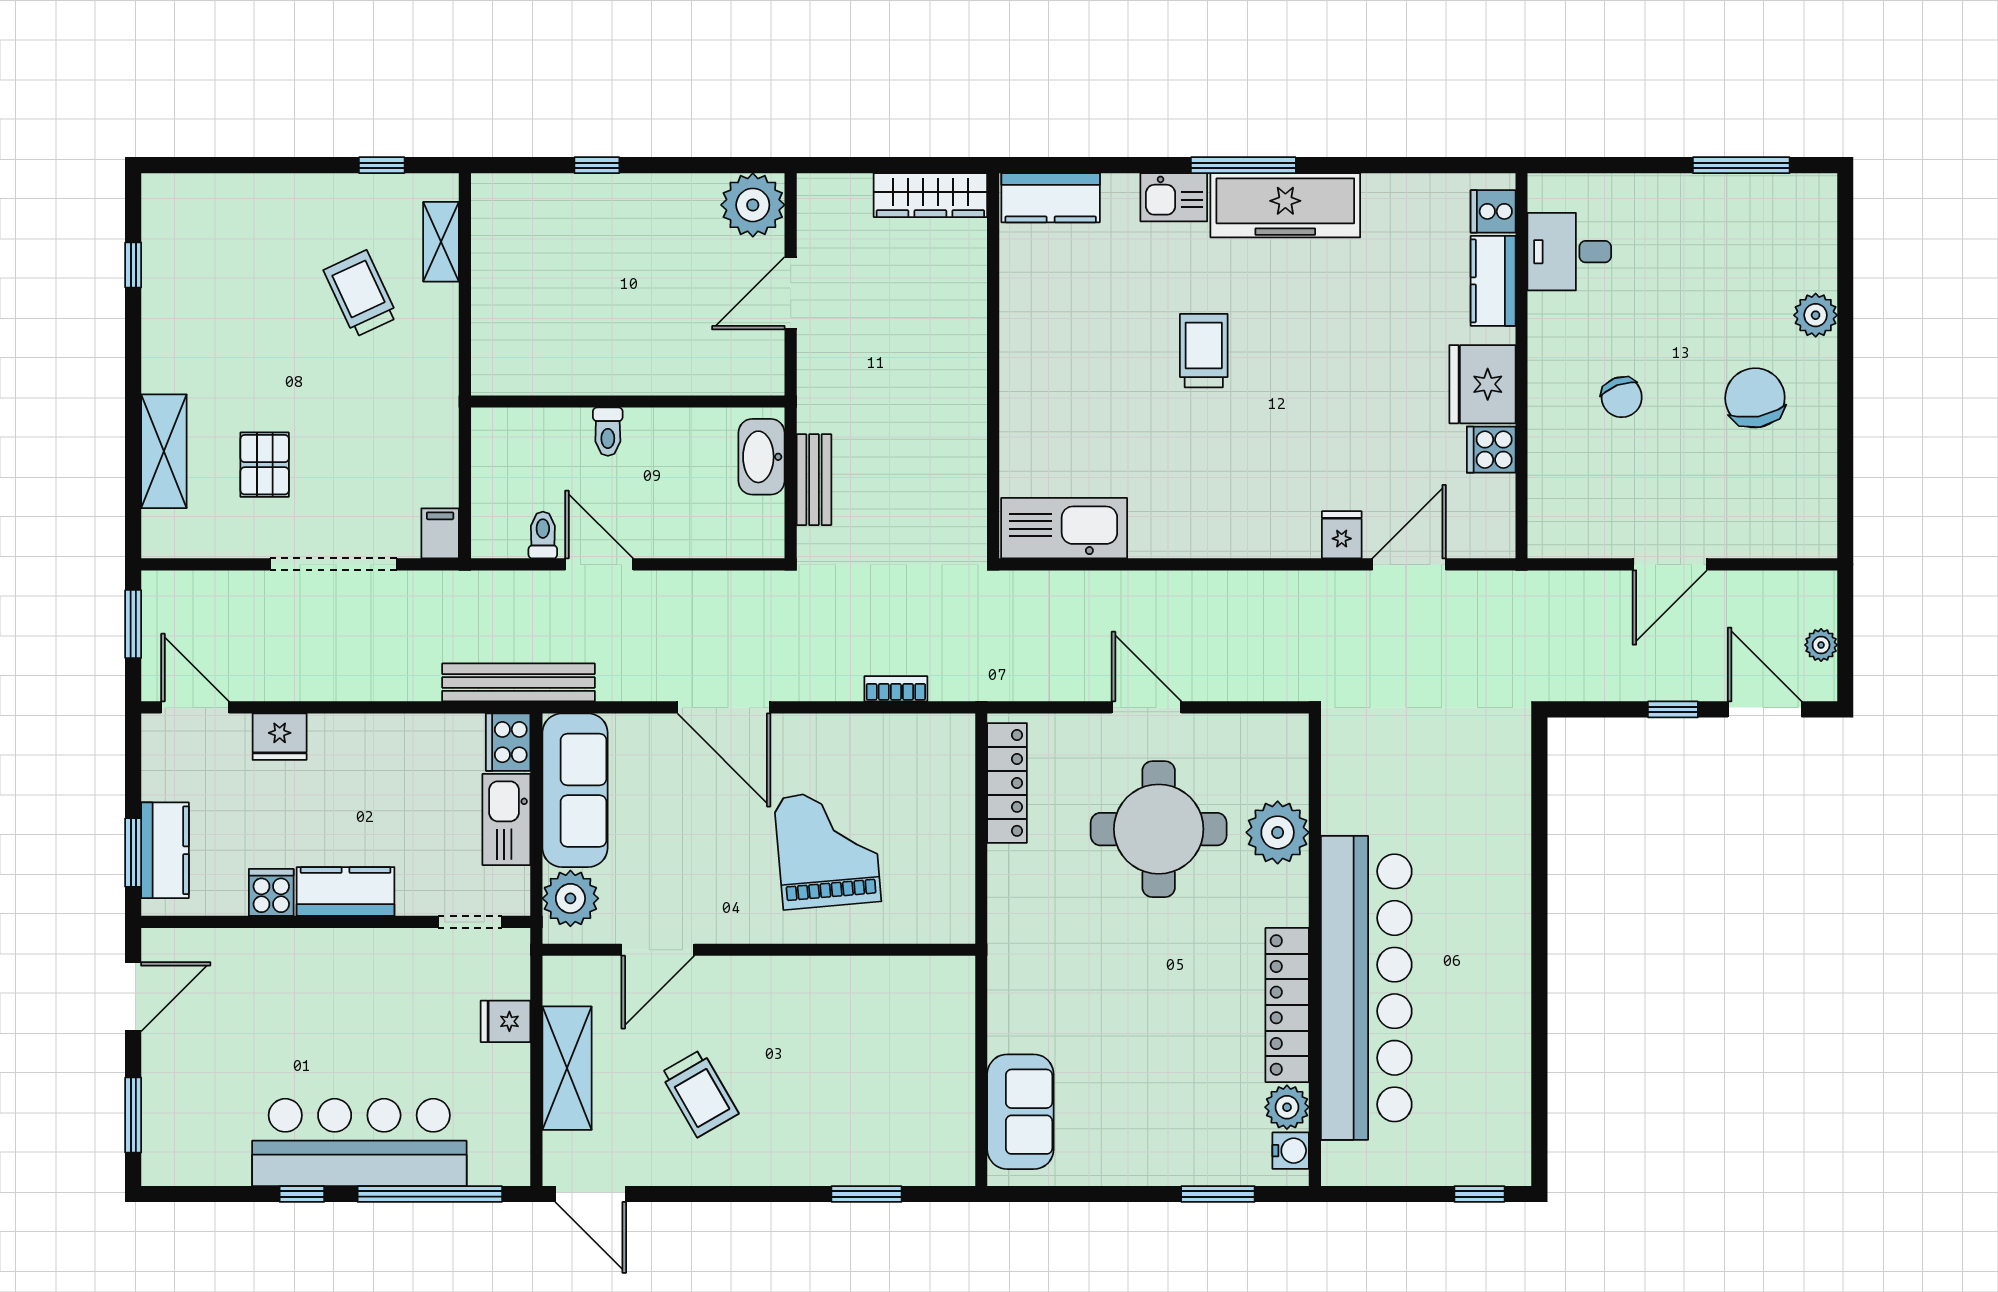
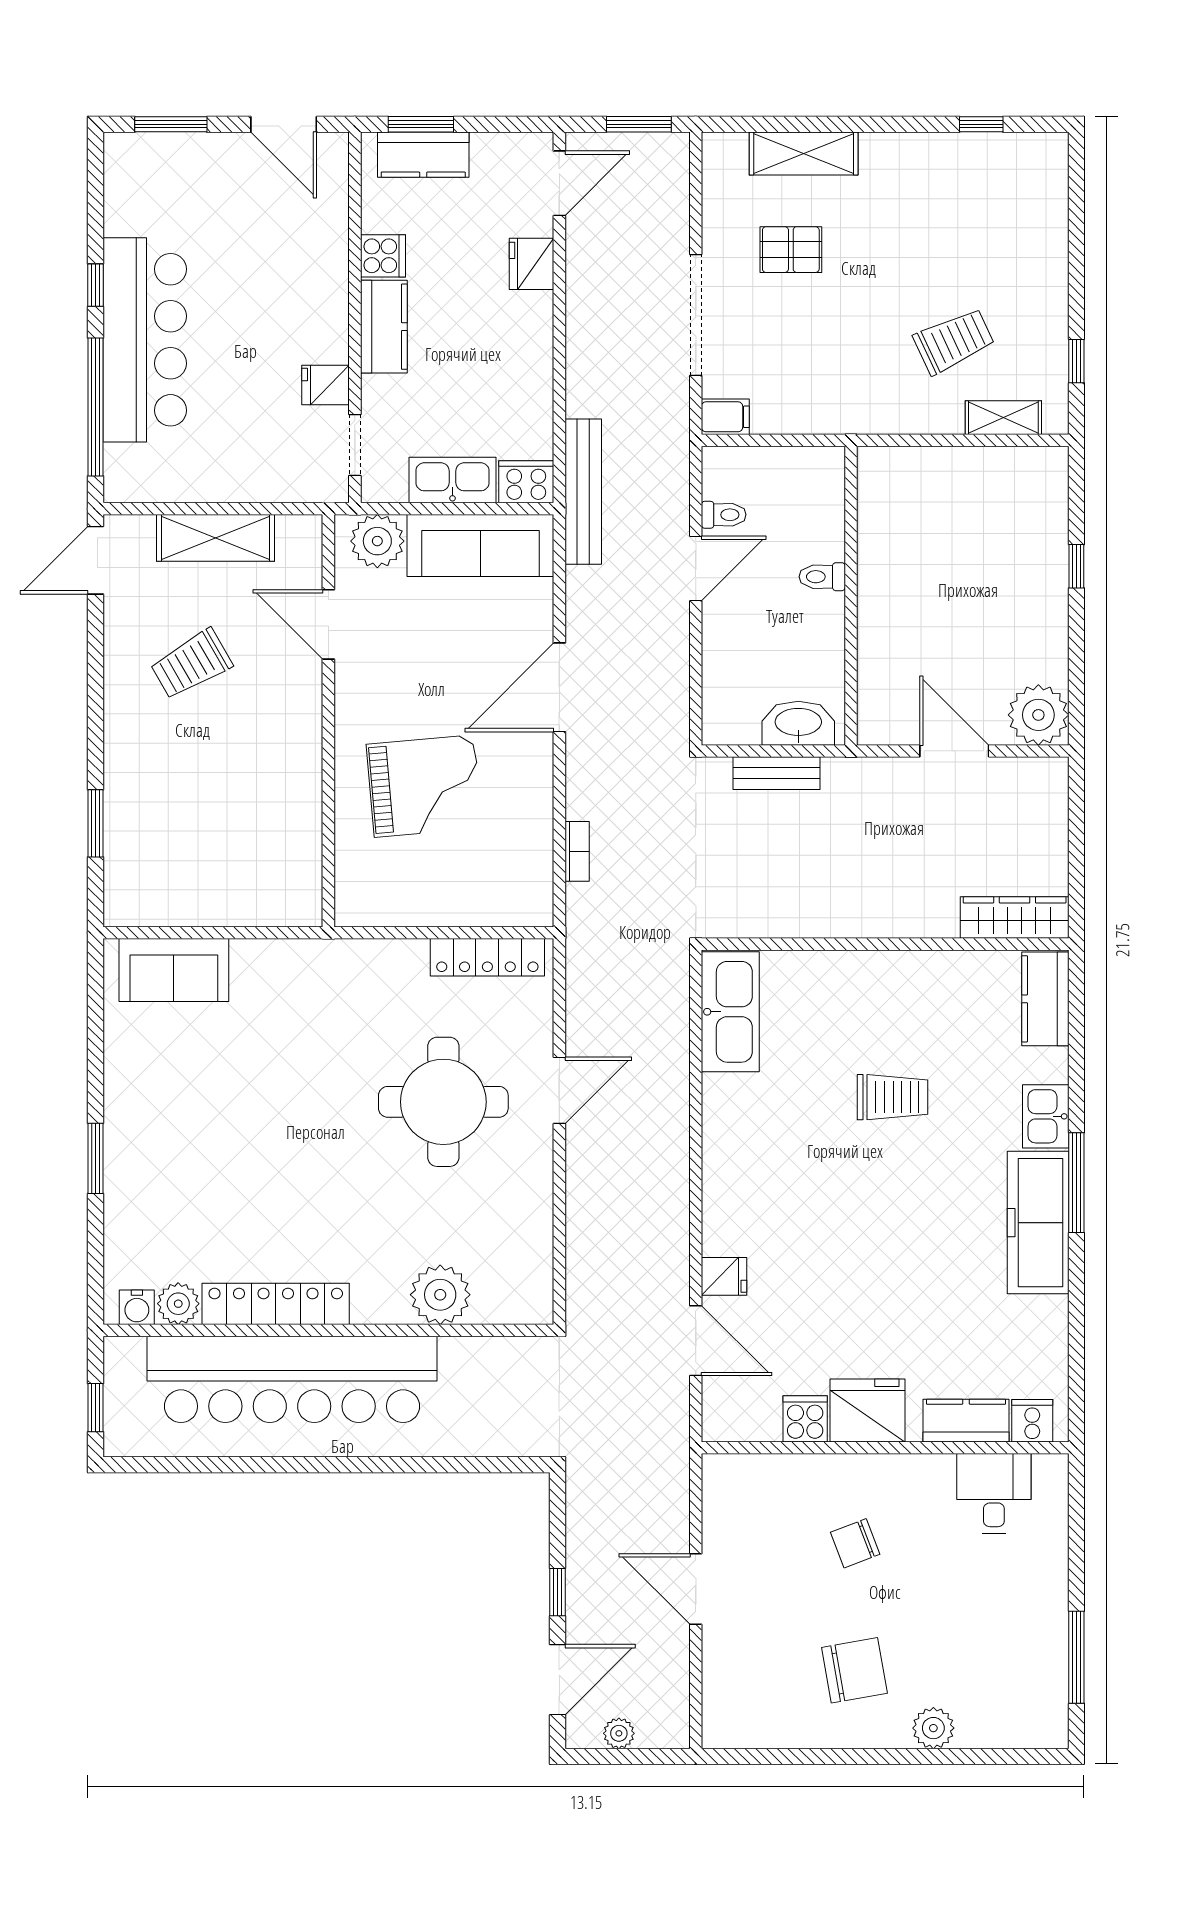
wardrobe: (930, 195) -> (1015, 917), moved, turned 90
trolley: (1204, 351) -> (892, 1097), moved
plant: (1278, 832) -> (440, 1295), moved
wall: (1315, 950) -> (328, 1330), moved
bar counter: (1366, 988) -> (292, 1379), moved
locker: (1287, 1005) -> (276, 1304), moved
fridge: (506, 1021) -> (325, 385), moved, turned -90
plant: (1287, 1107) -> (178, 1304), moved
water cooler: (1291, 1151) -> (137, 1307), moved

